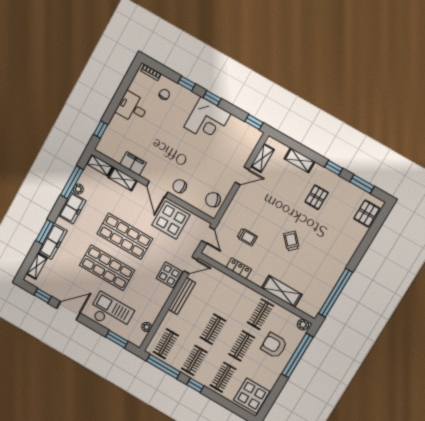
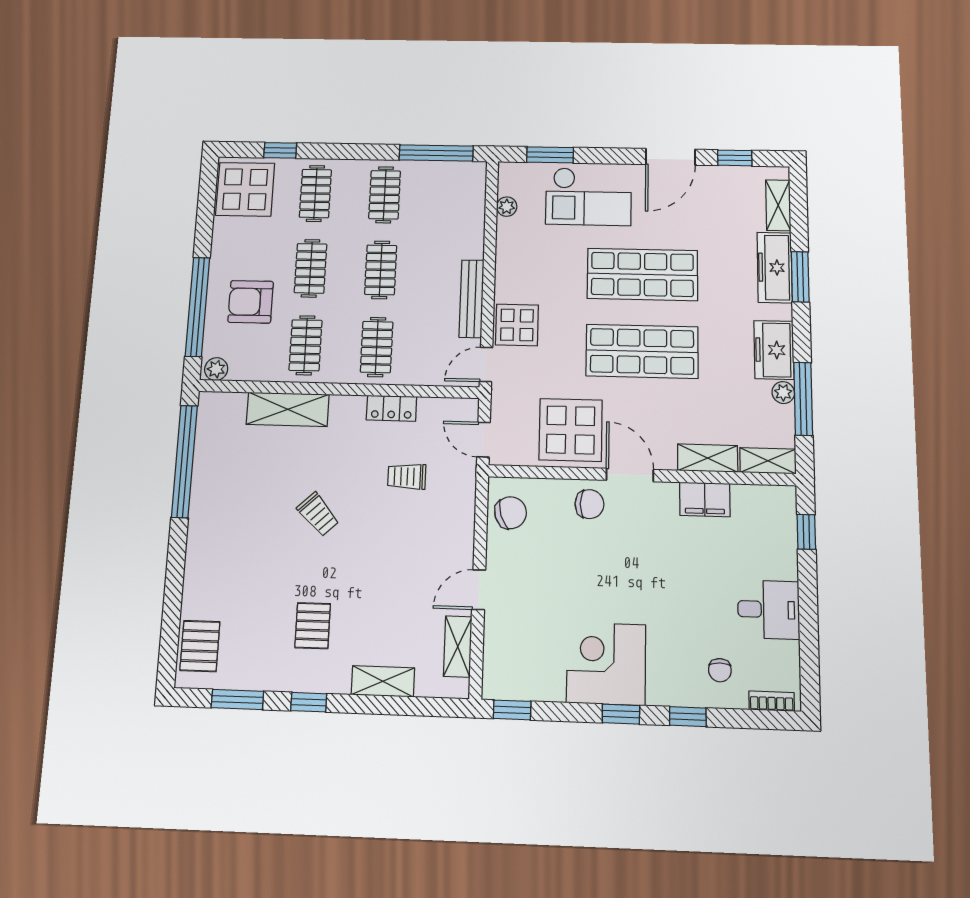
clothes rail: (166, 344) -> (377, 347), moved
armchair: (274, 345) -> (251, 302), turned 180
window: (195, 385) -> (280, 150), moved

